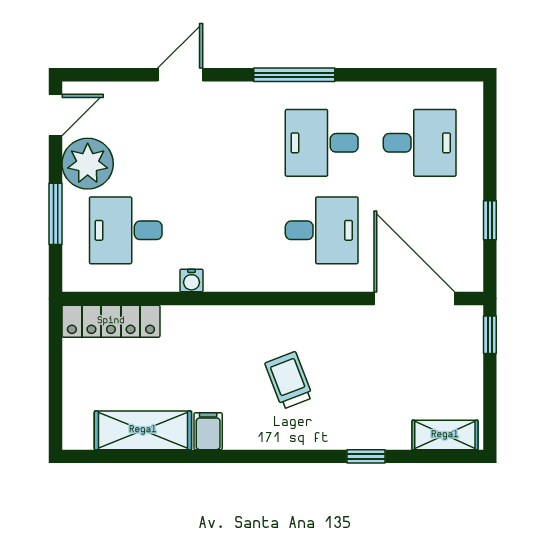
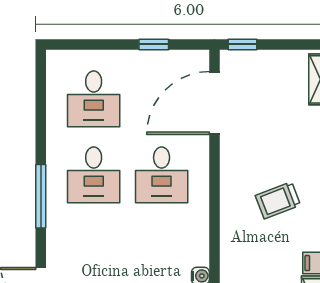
desk: (420, 143) -> (94, 99), turned 180
desk: (322, 230) -> (162, 175), turned 180

